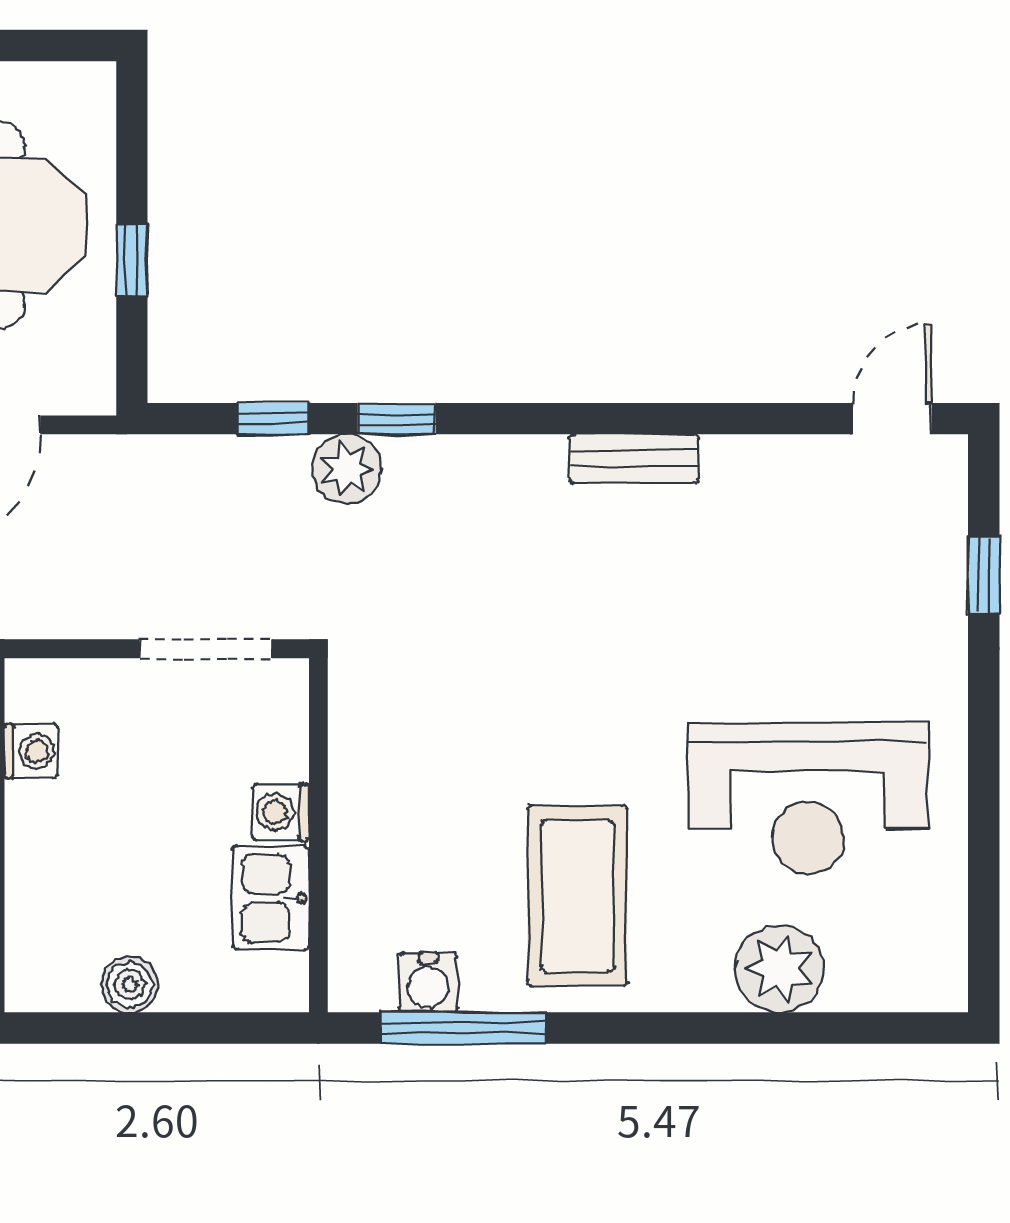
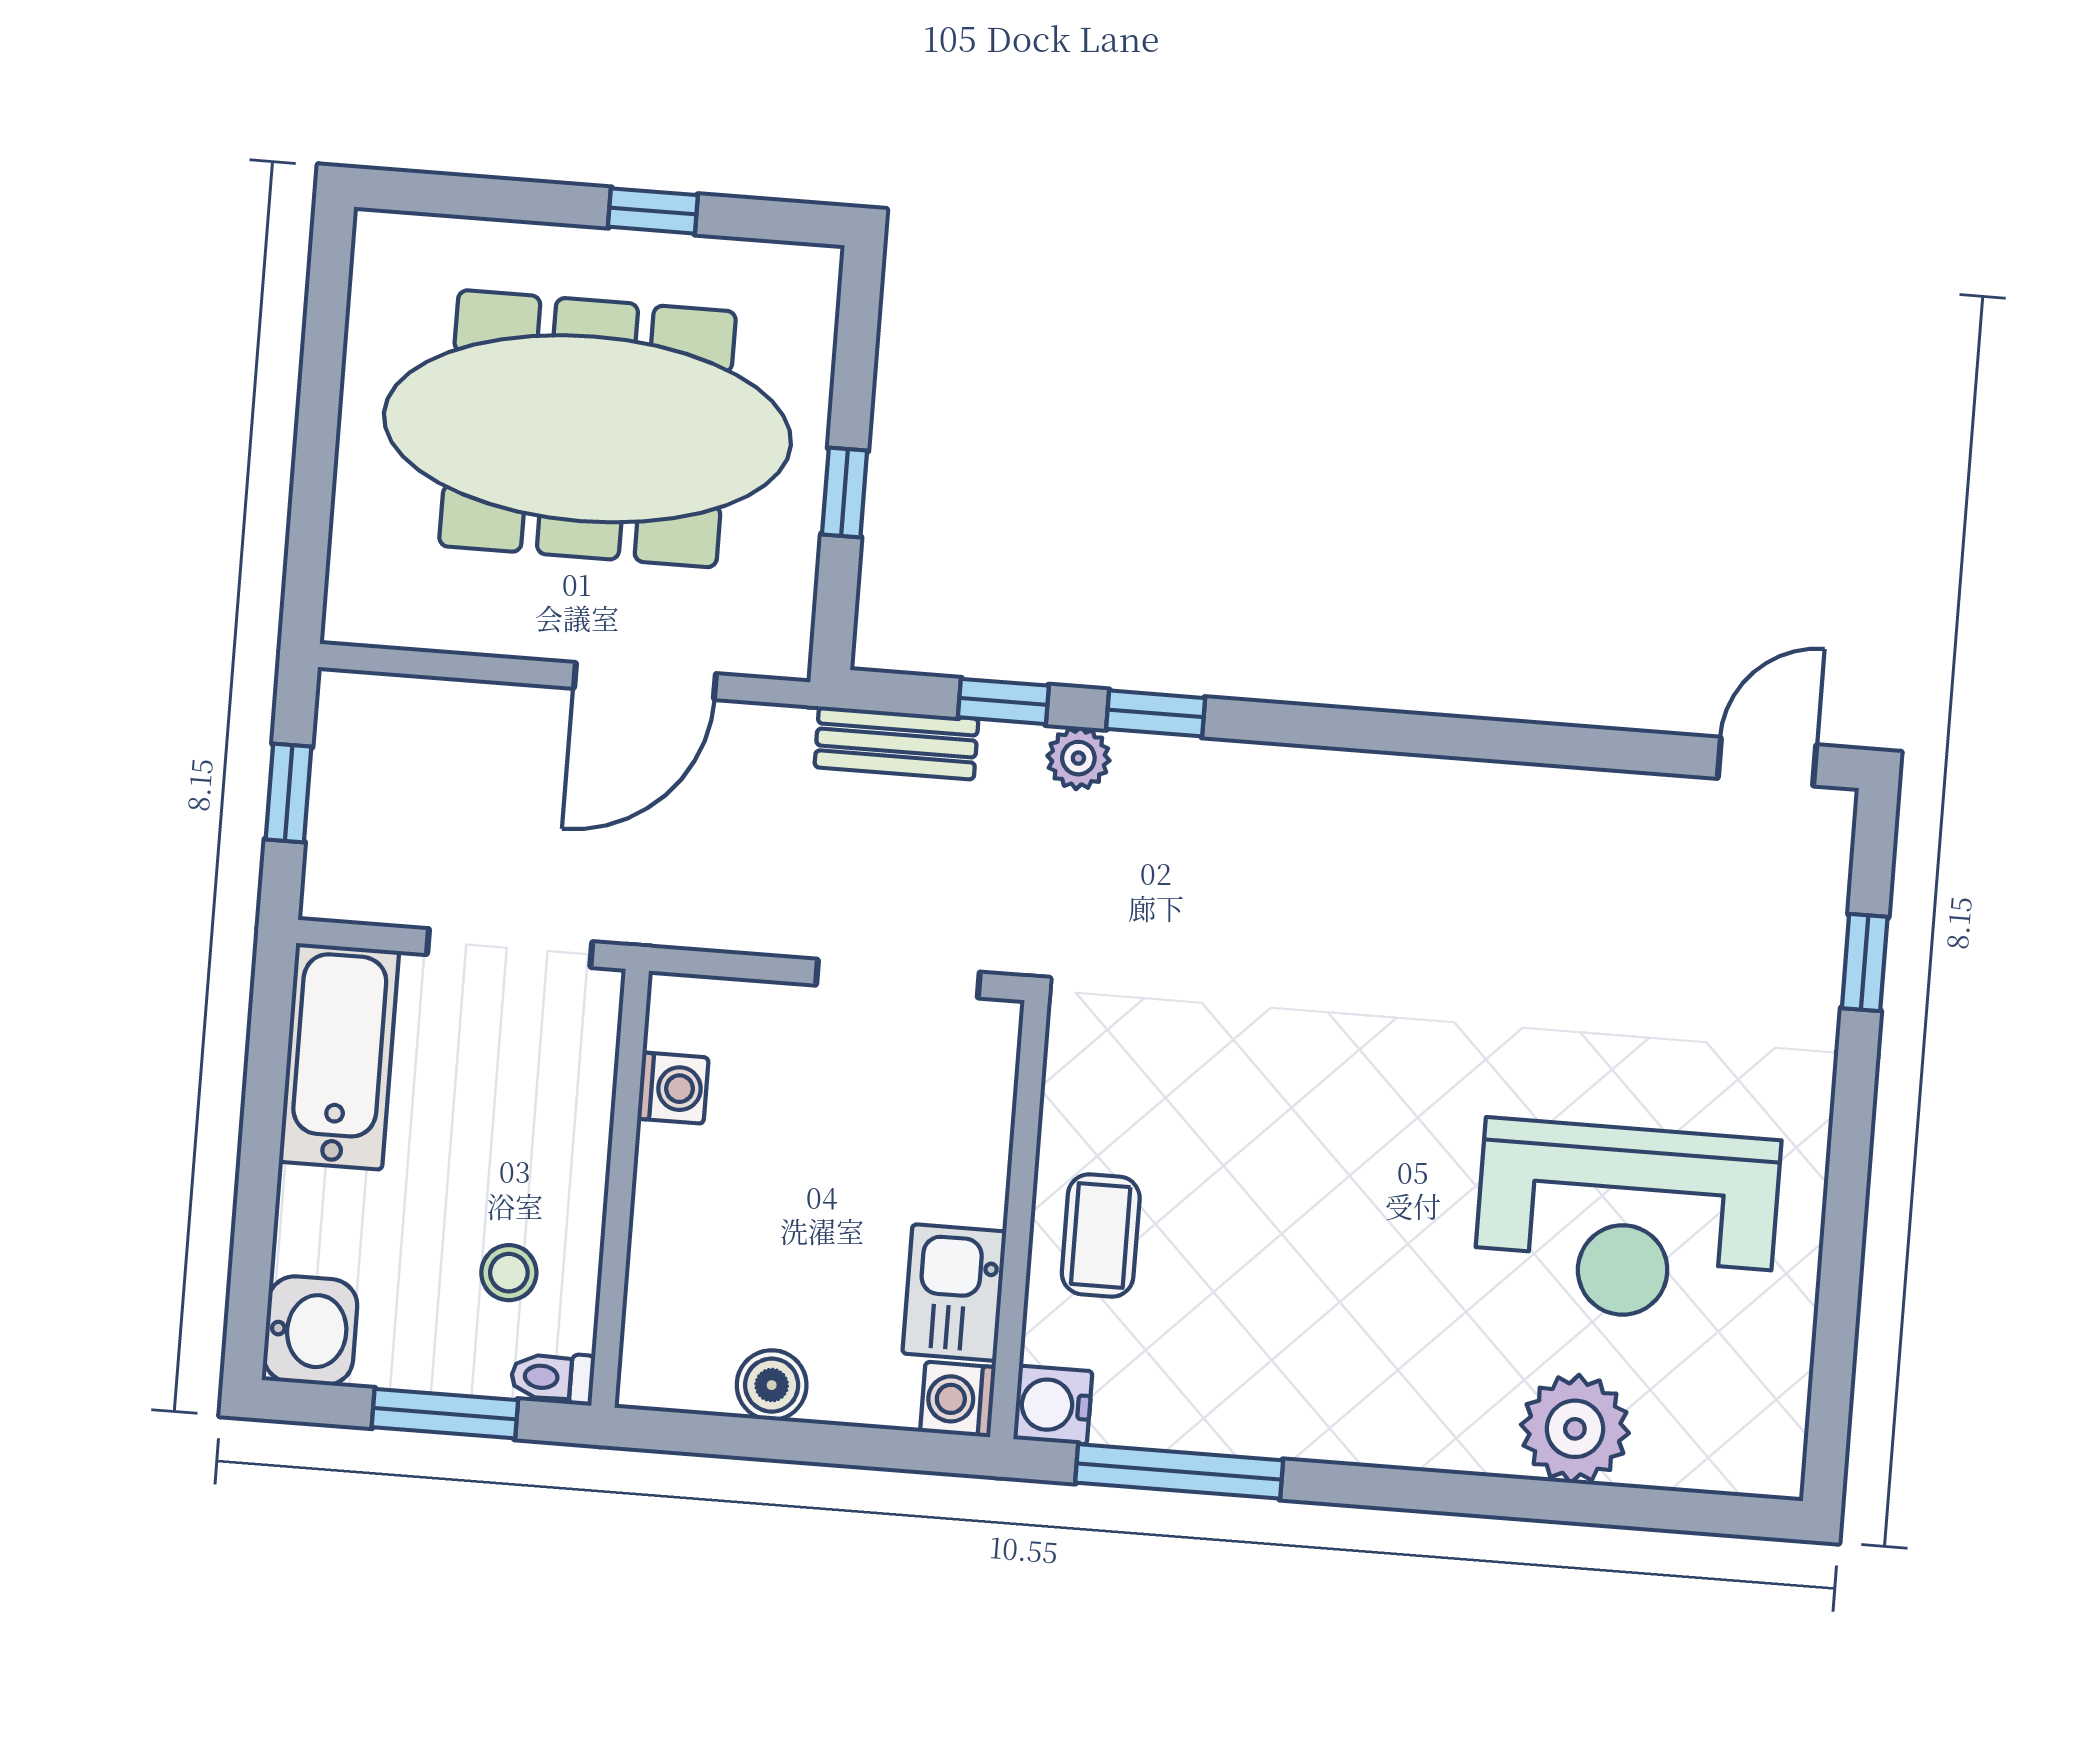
bench: (634, 459) -> (896, 743), moved
plant: (347, 469) -> (1078, 758), width x0.73, depth x0.73
washing machine: (281, 812) -> (958, 1399), moved
coffee table: (577, 896) -> (1101, 1235), moved, width x0.54, depth x0.58
water cooler: (428, 983) -> (1053, 1405), moved, turned 90

